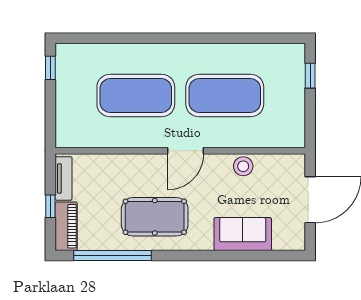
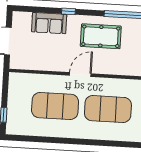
stool: (243, 166) -> (47, 63), removed
window: (211, 255) -> (68, 11), added

